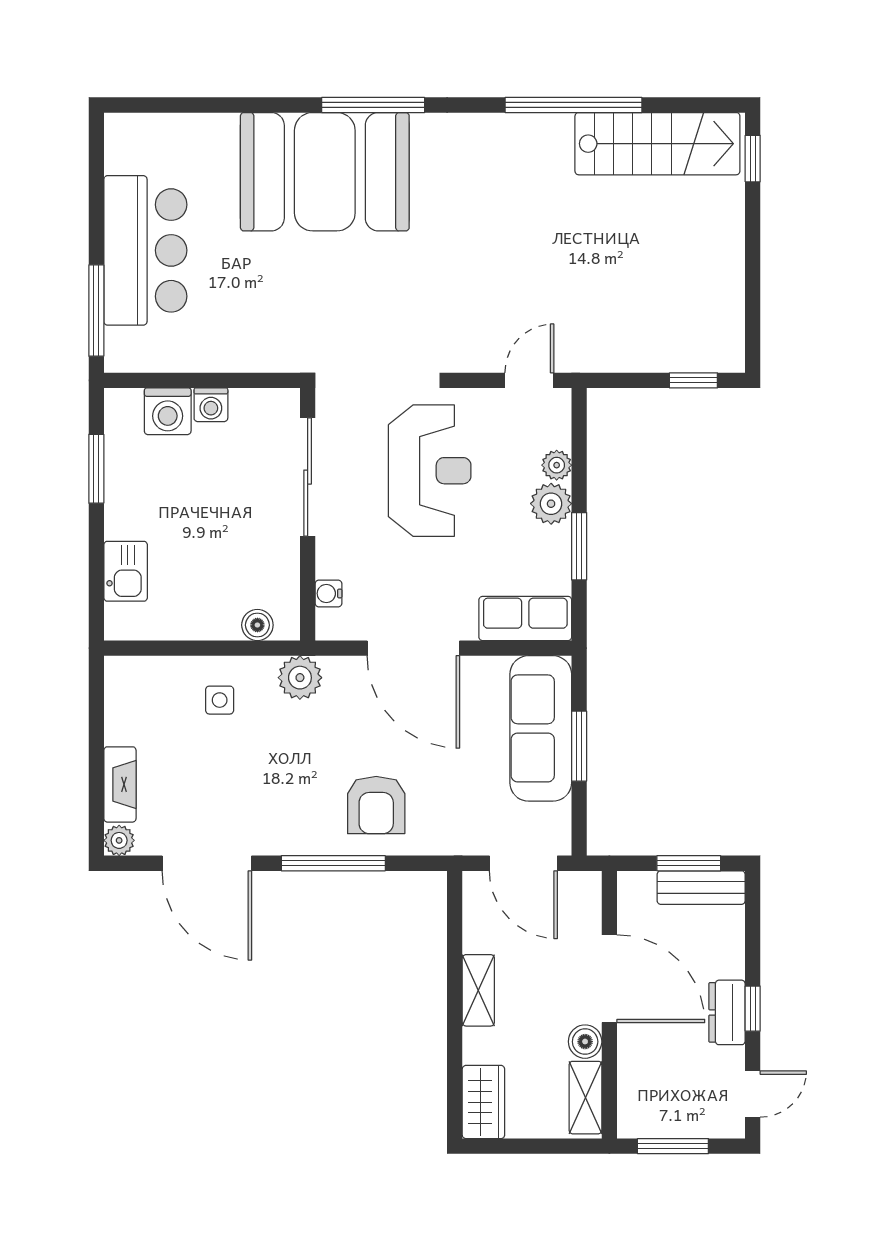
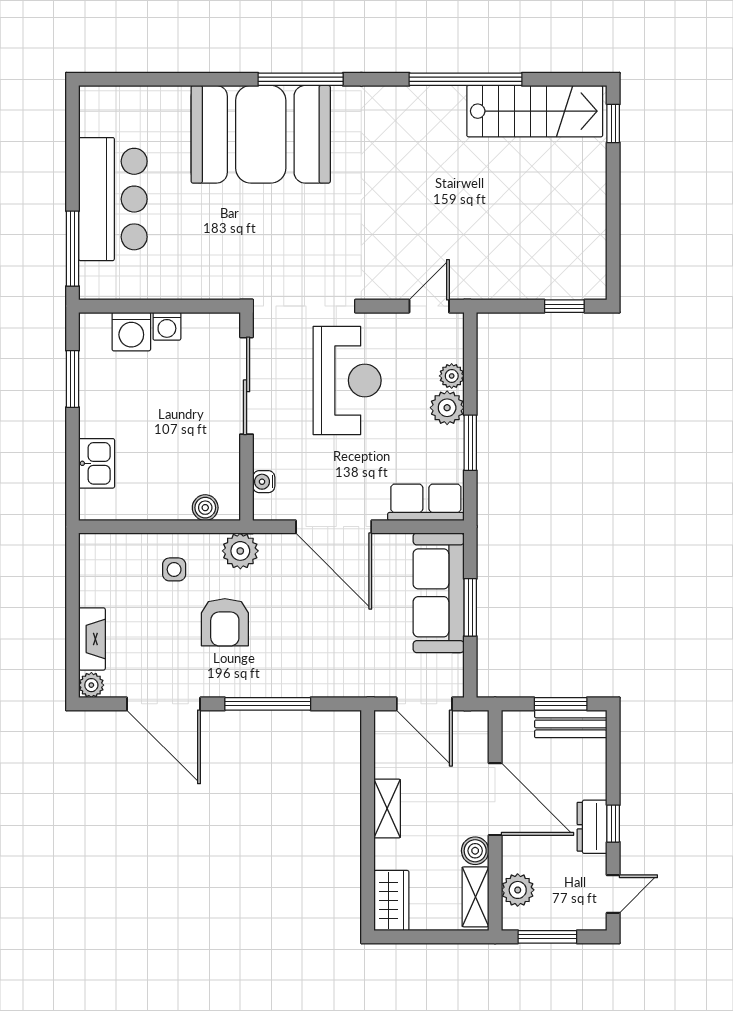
armchair: (376, 805) -> (225, 622), moved
plant: (637, 1089) -> (518, 890), added

